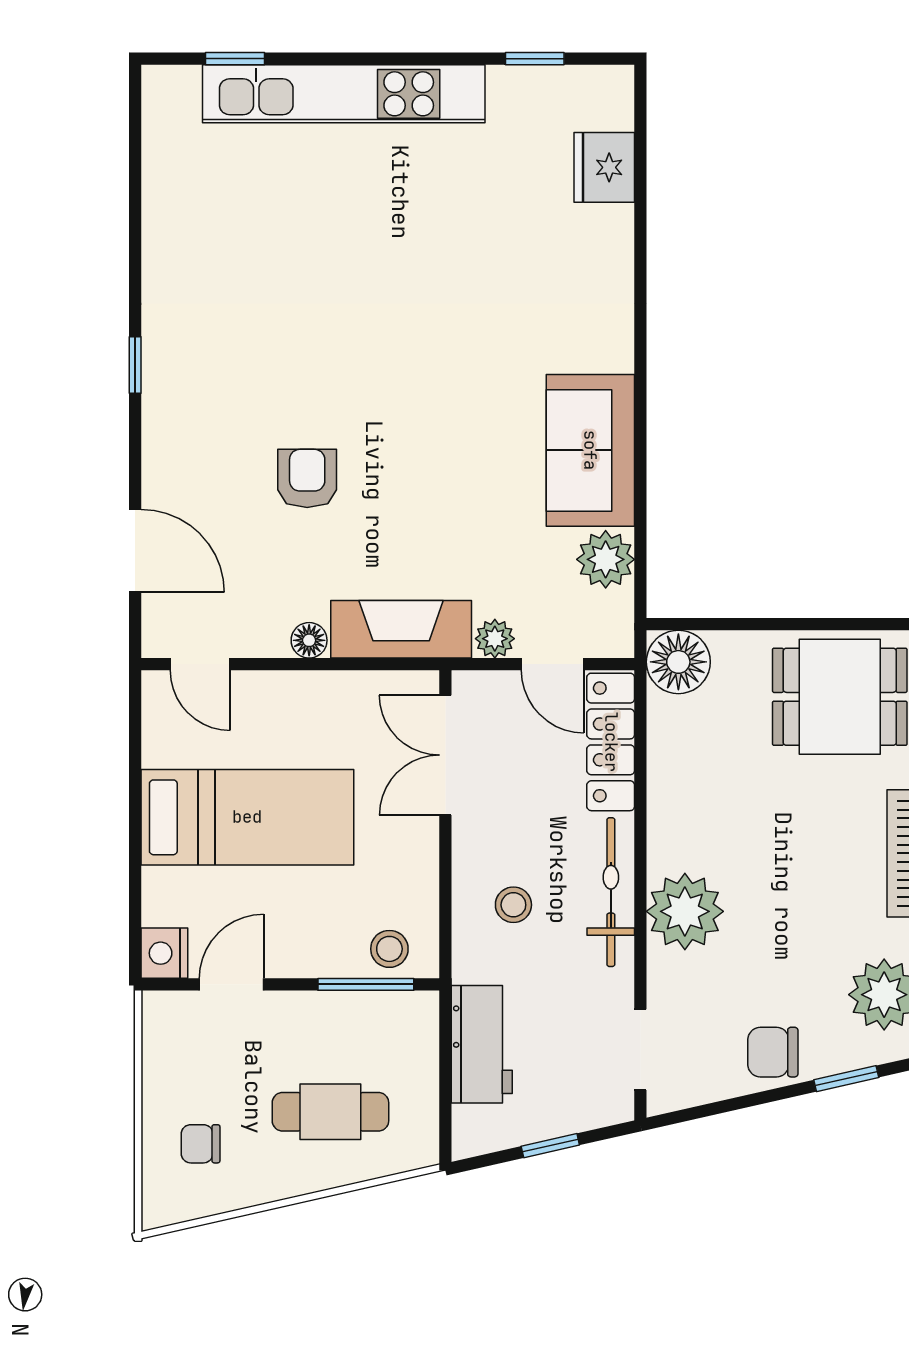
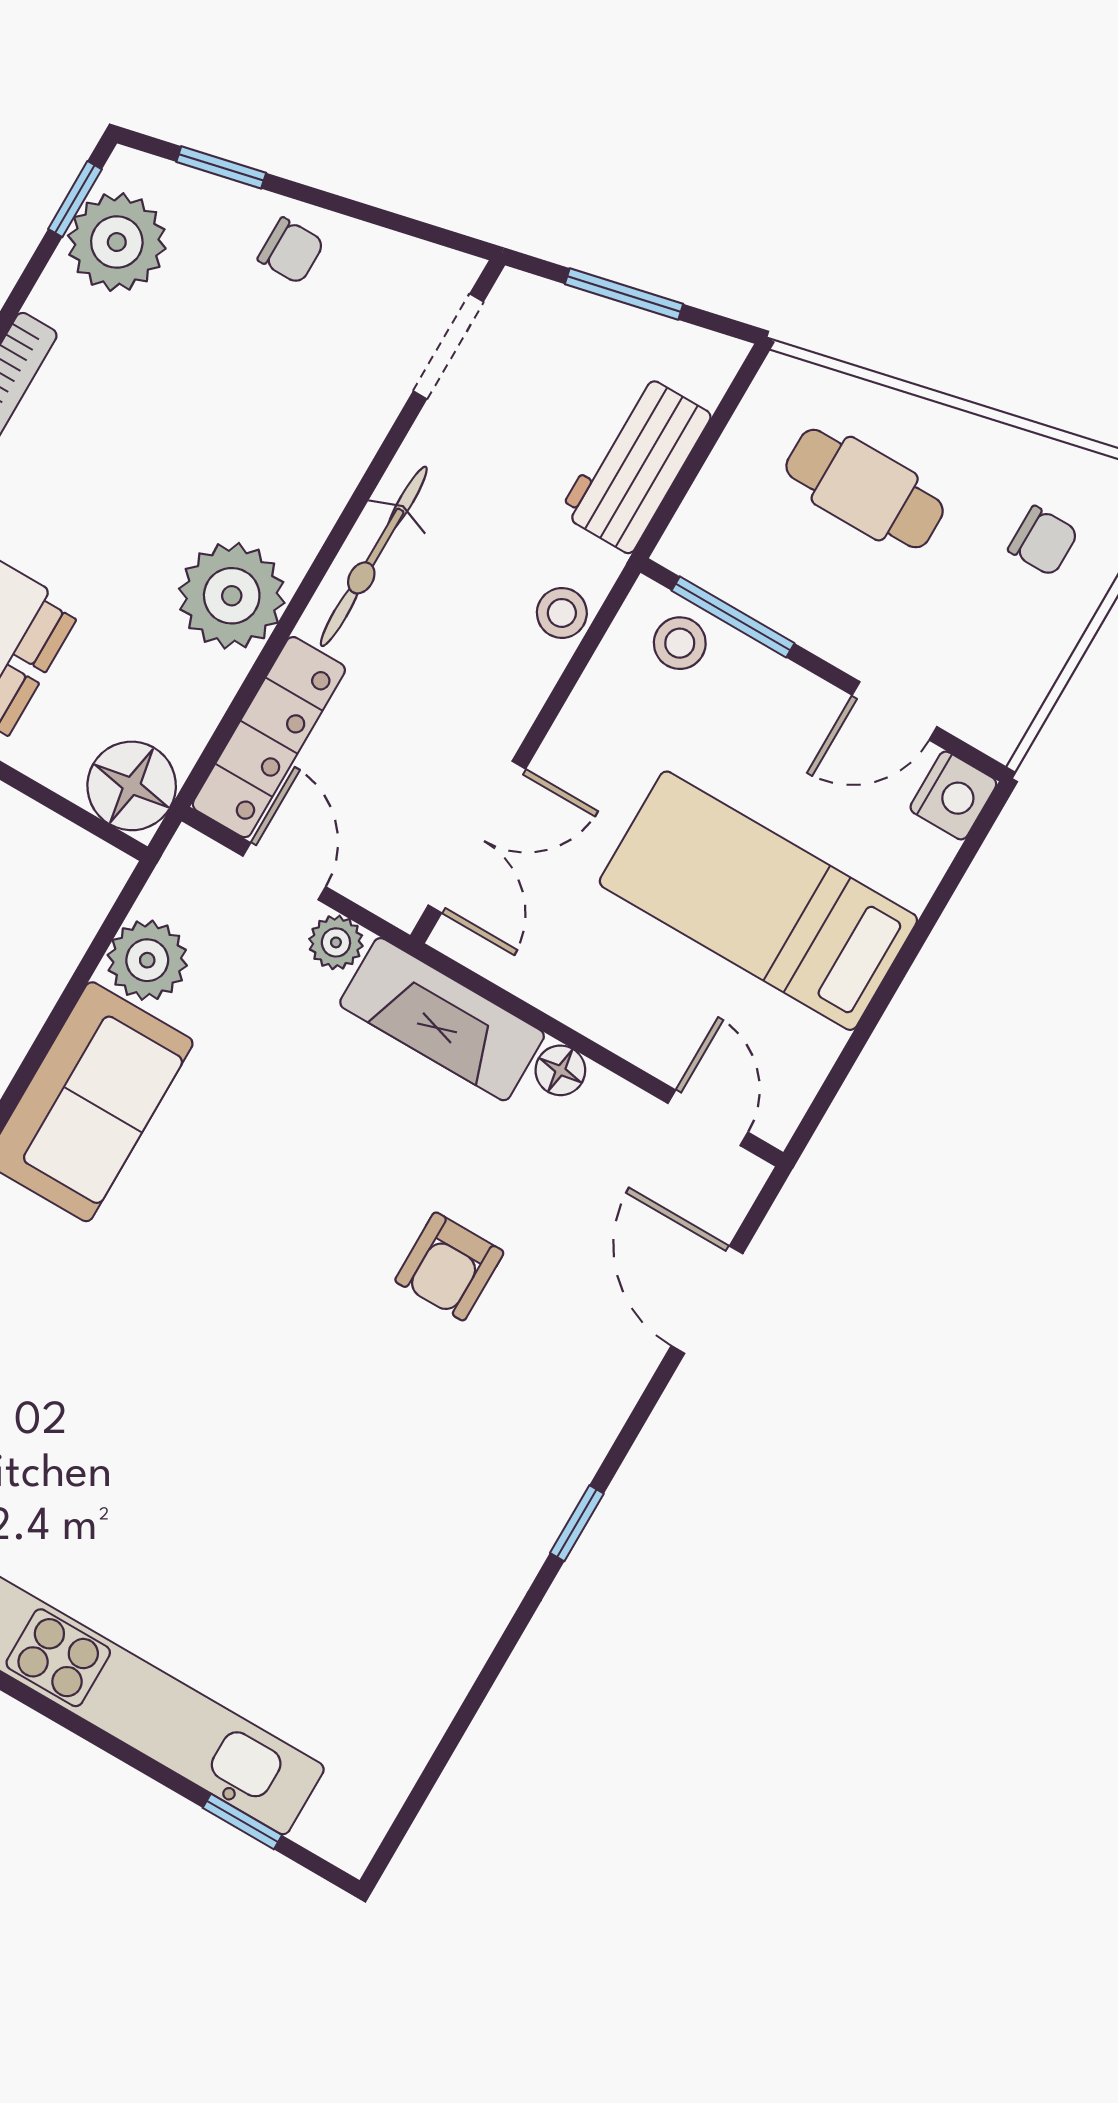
stool: (513, 905) -> (562, 613), moved
plant: (685, 911) -> (232, 596), moved
chair: (773, 1052) -> (291, 251), width x0.73, depth x0.73
window: (550, 1146) -> (624, 294), width x1.50

